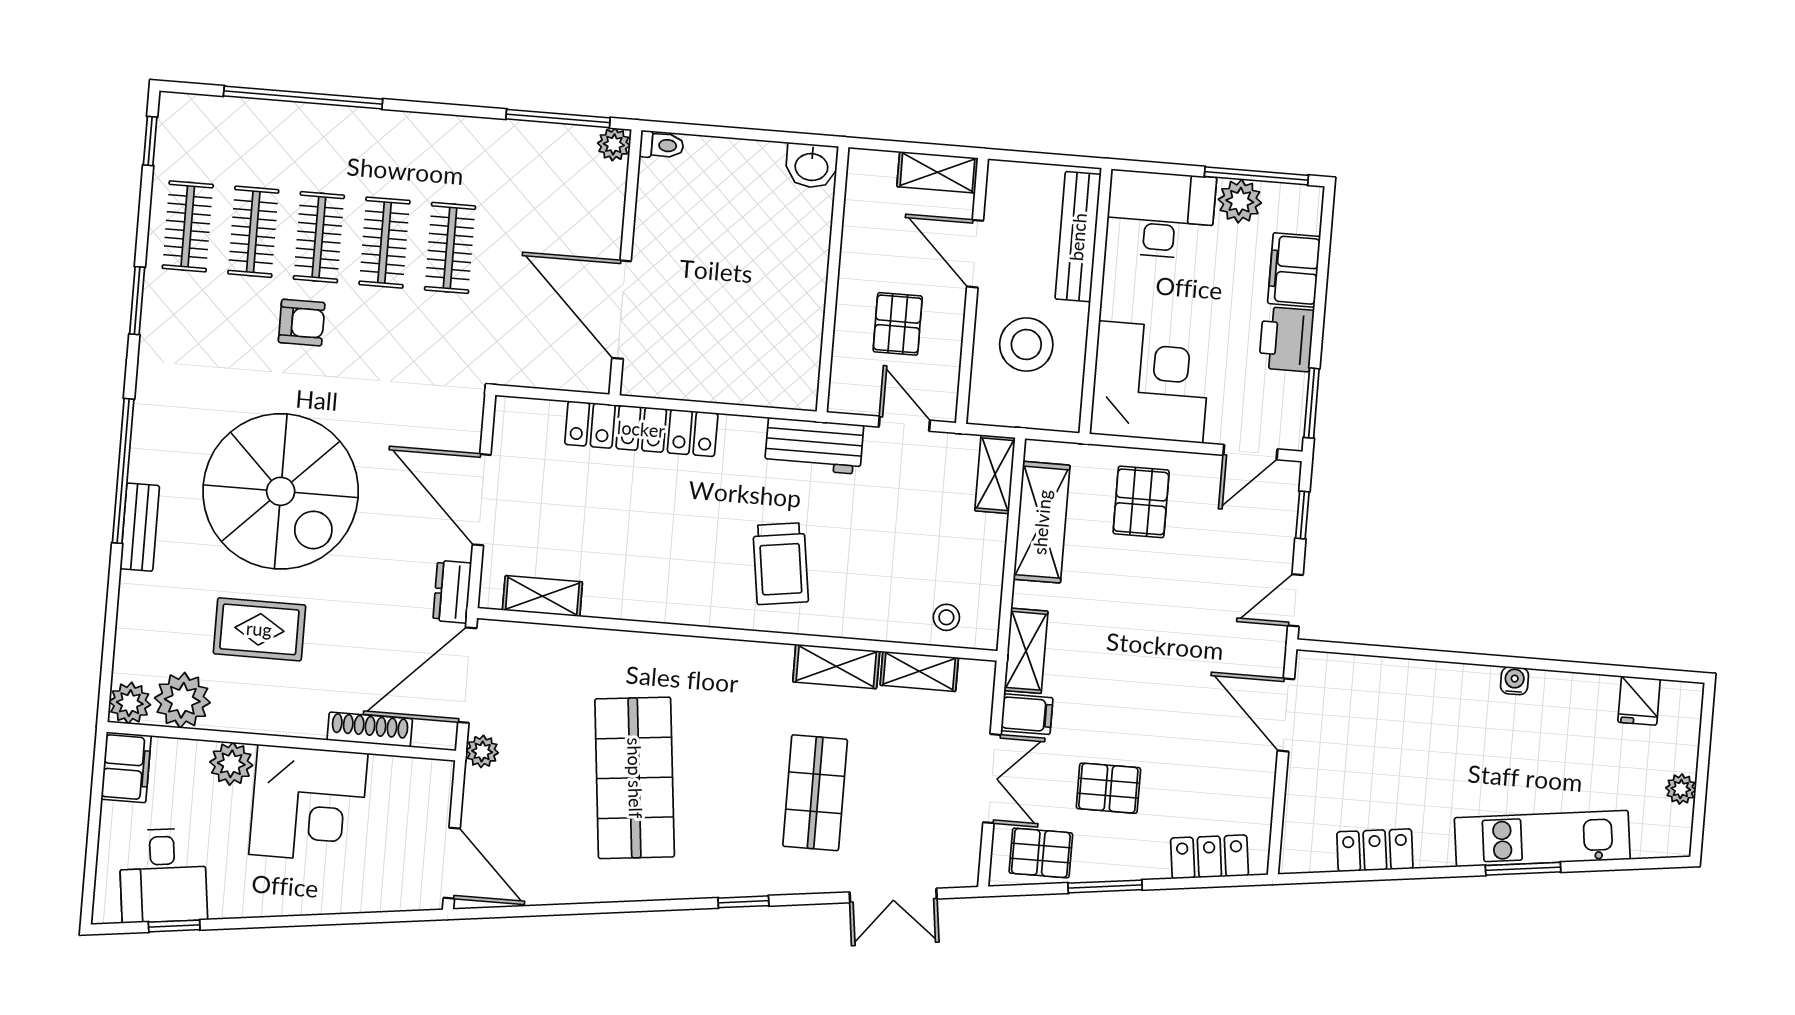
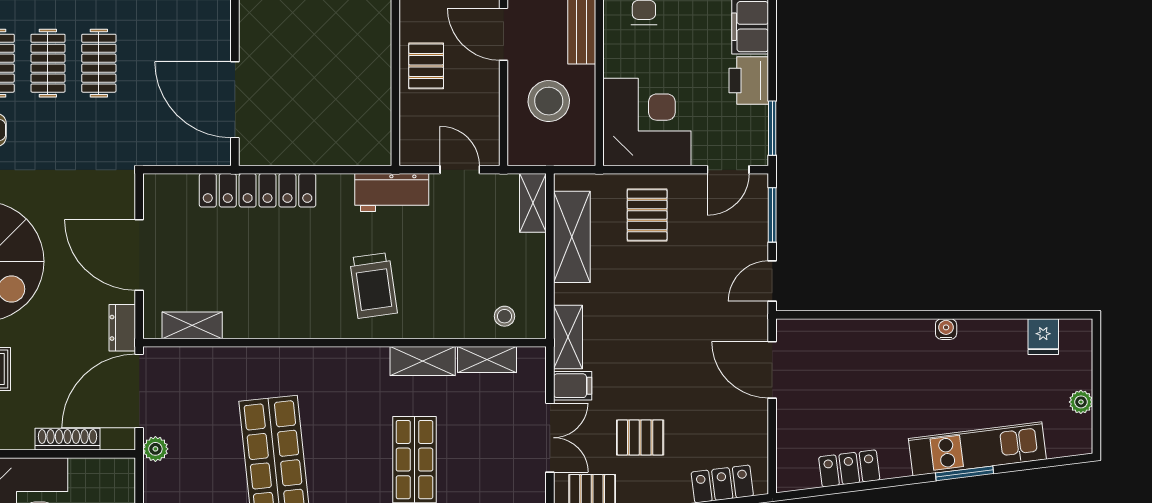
pallet: (898, 324) -> (426, 66), moved
window: (1302, 515) -> (772, 215), width x1.50

